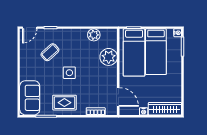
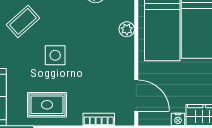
plant: (109, 57) -> (127, 29), width x0.53, depth x0.53

